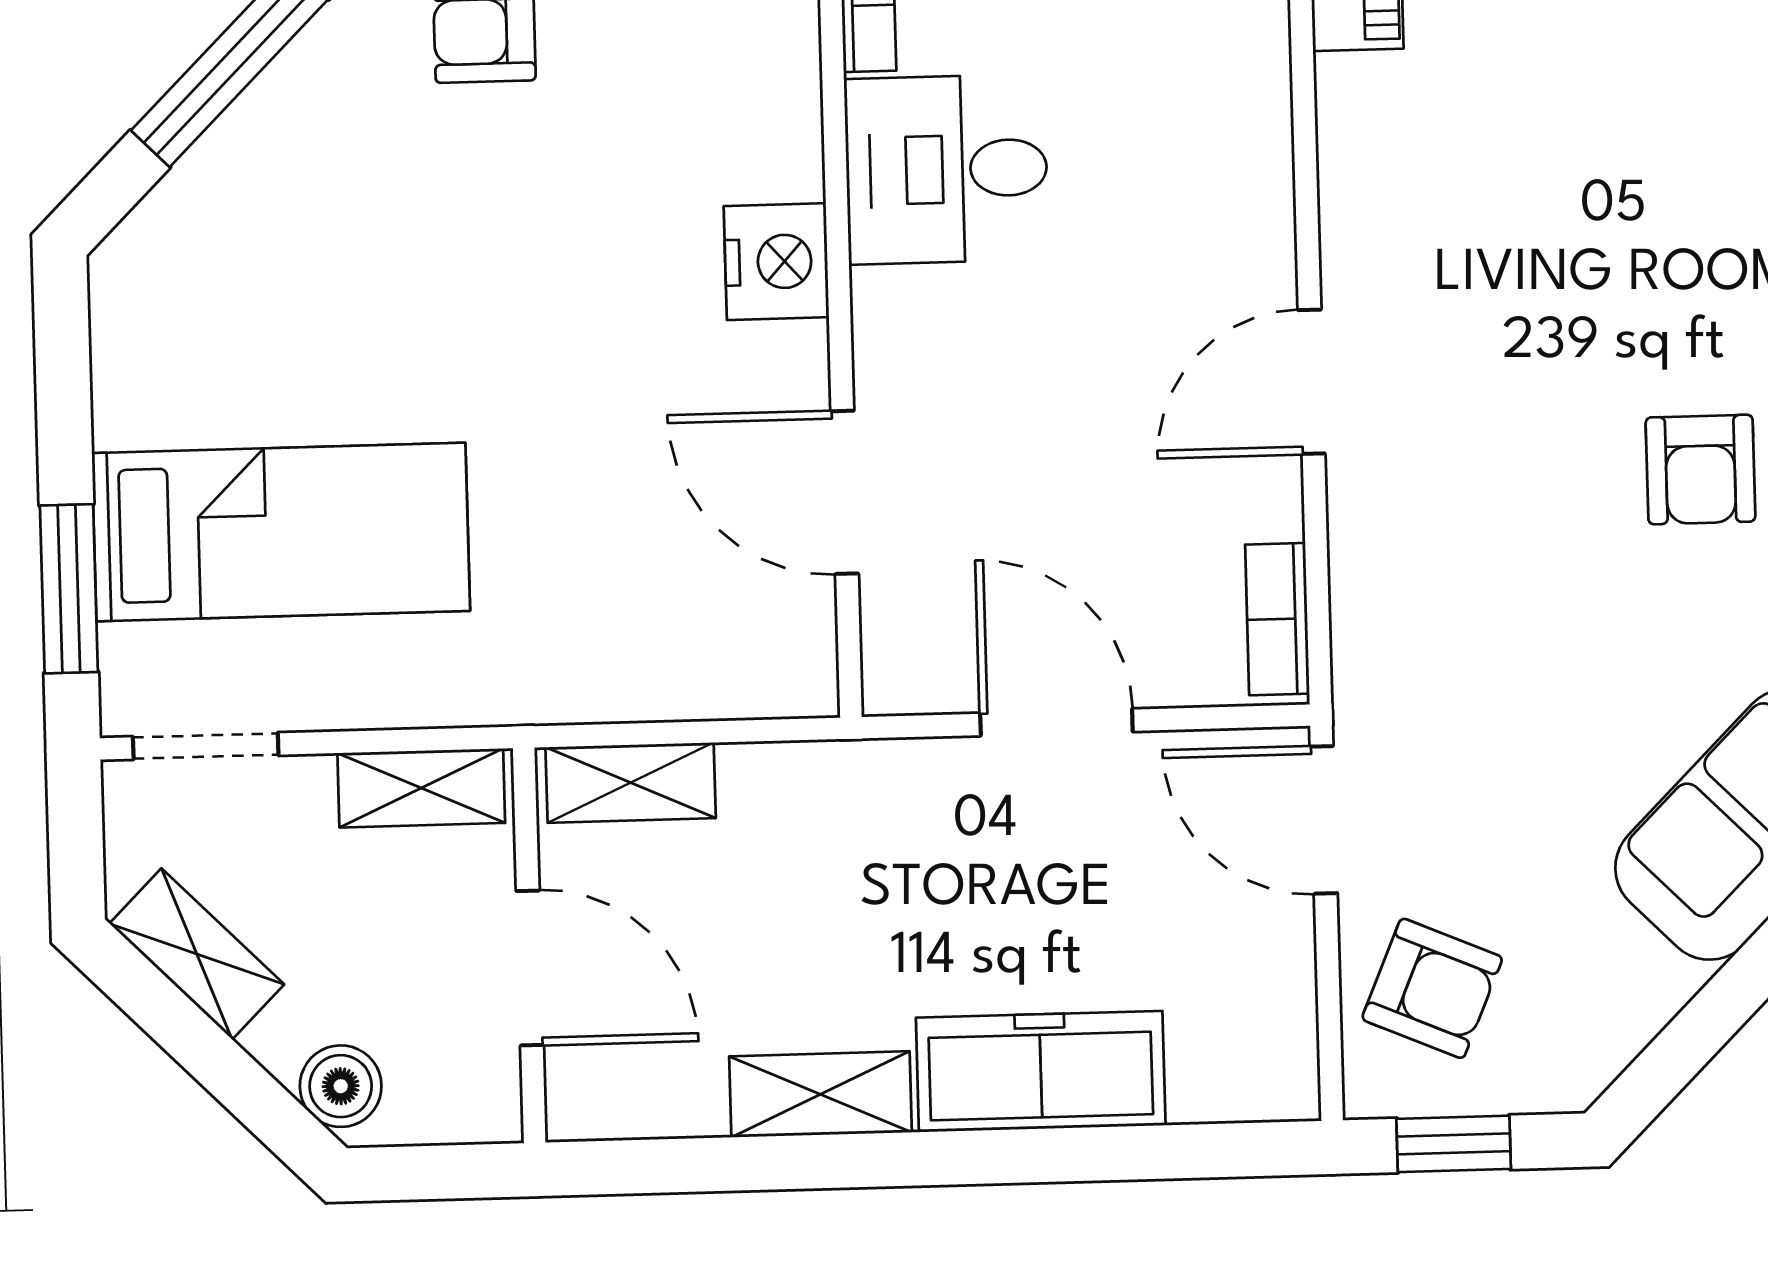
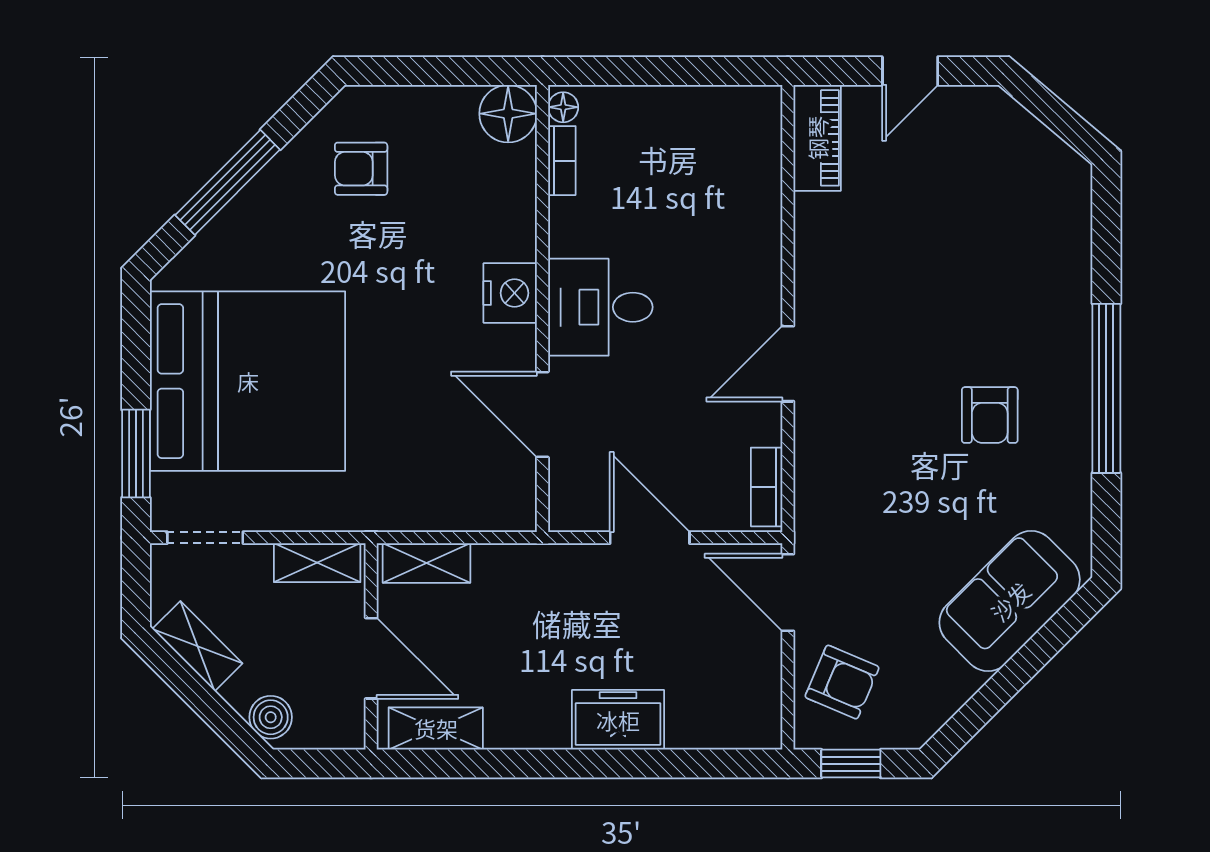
desk: (946, 169) -> (600, 307), moved
bed: (281, 532) -> (248, 381), width x2.04
freezer: (1041, 1071) -> (618, 720), width x0.71
shelving: (821, 1094) -> (436, 728), moved

